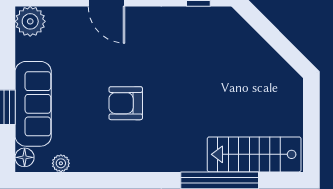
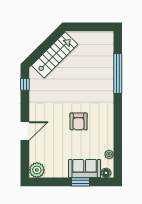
sofa: (33, 104) -> (85, 168), width x0.73
stairs: (254, 154) -> (55, 55), moved, turned -135

